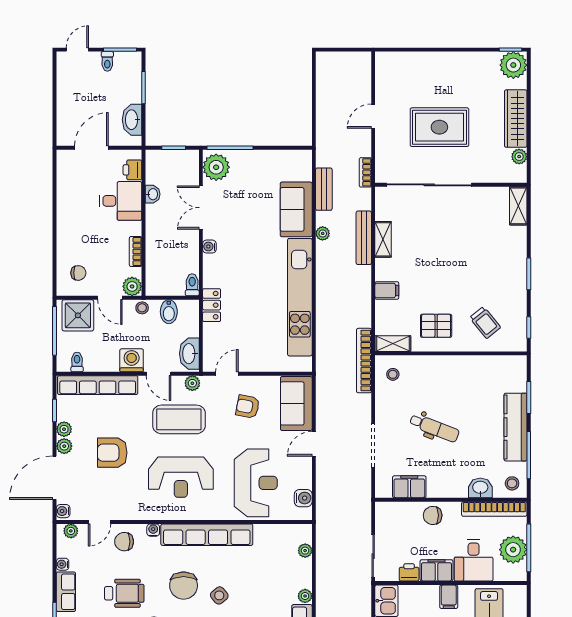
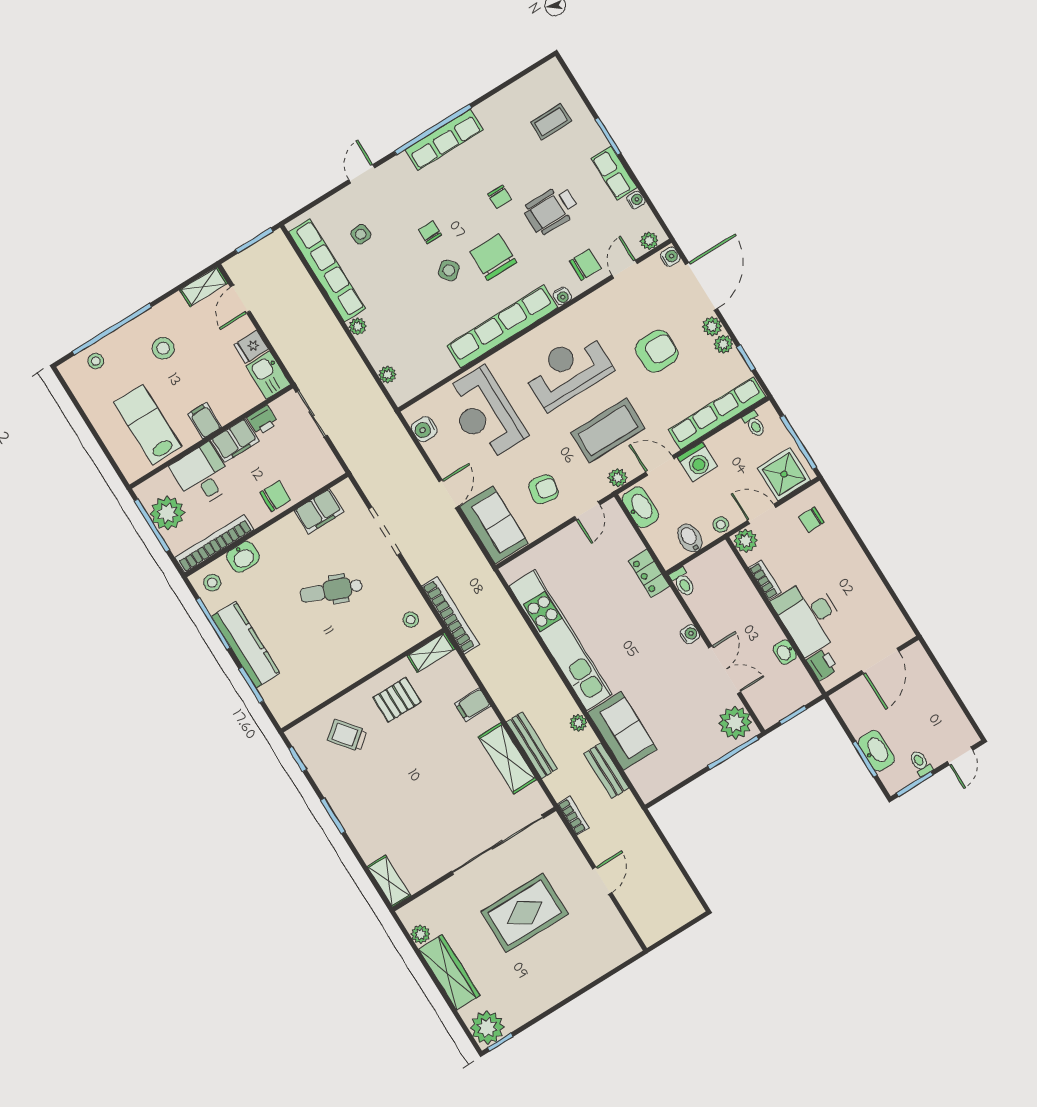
washbasin: (132, 120) -> (876, 751), moved
desk: (121, 201) -> (809, 616), width x1.37
shelving: (383, 239) -> (507, 758), width x1.50, depth x1.33

